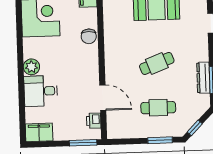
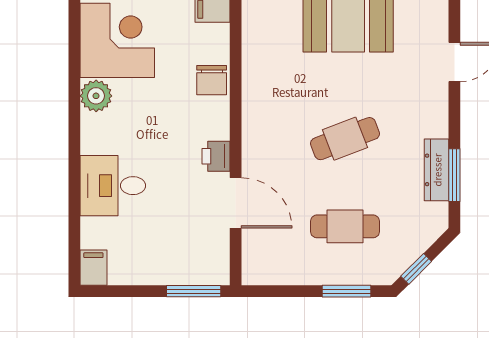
plant: (31, 67) -> (96, 96), moved
printer: (94, 121) -> (216, 156), moved
filing cabinet: (39, 132) -> (93, 268), width x0.50

